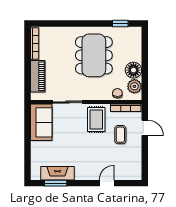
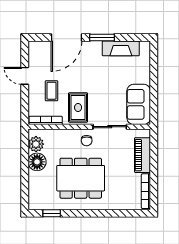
dining table: (94, 55) -> (81, 178), turned 90
chair: (117, 93) -> (87, 141), moved
door: (145, 128) -> (25, 76), moved
window: (56, 183) -> (102, 37), moved
door: (107, 183) -> (66, 37), width x1.87

